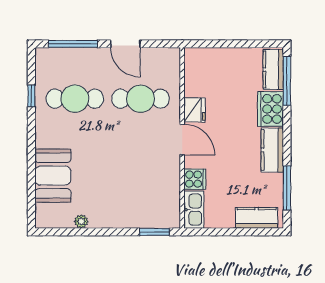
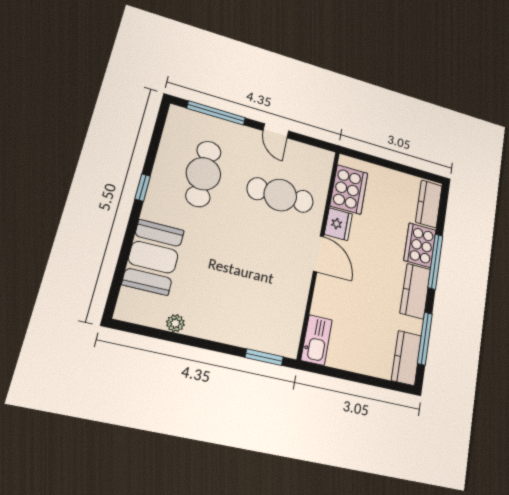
door: (125, 44) -> (276, 131), width x0.73
window: (287, 81) -> (435, 262), moved
window: (31, 96) -> (143, 188), moved
cafe table: (75, 99) -> (203, 174), turned 90
cooker: (195, 179) -> (349, 189), moved, width x1.87, depth x1.31
kitchen counter: (257, 218) -> (406, 358), moved, turned -90

